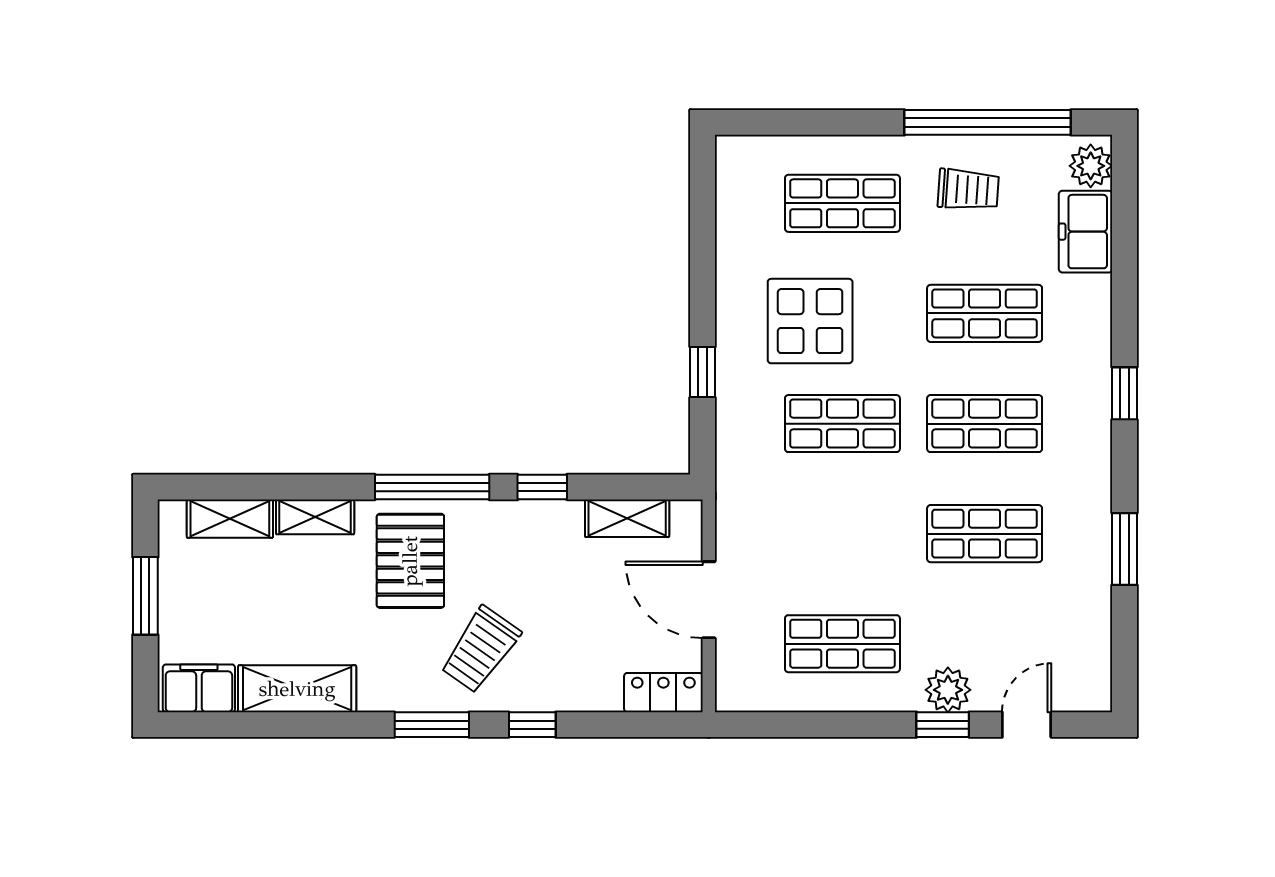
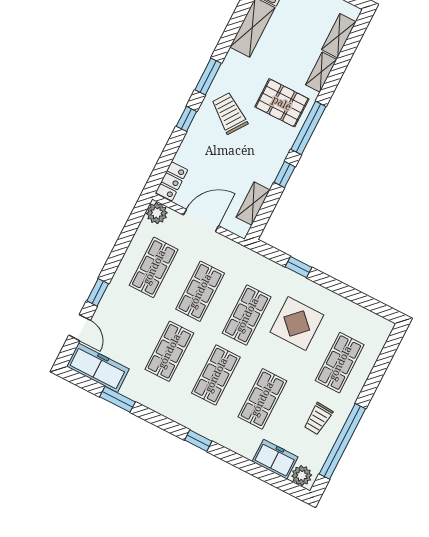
shop shelf: (842, 534) -> (200, 291), added
window: (1124, 549) -> (118, 399), moved
freezer: (1084, 652) -> (98, 368), added
plant: (948, 690) -> (157, 213), moved

